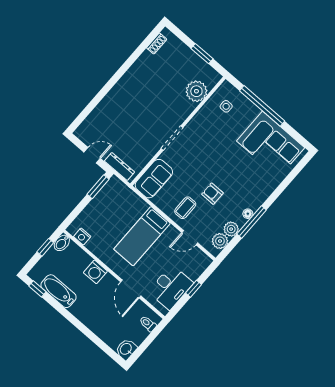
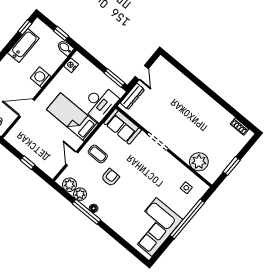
desk: (171, 287) -> (100, 103), moved, turned -90

